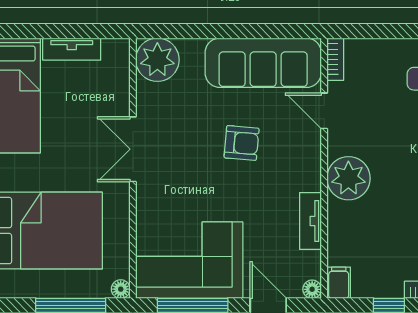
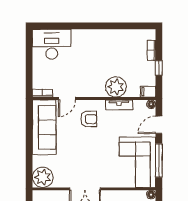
armchair: (242, 143) -> (89, 119), moved, turned 85
plant: (348, 178) -> (116, 87), moved

